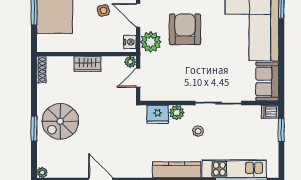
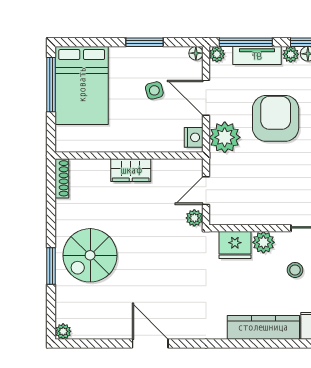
plant: (130, 62) -> (194, 218), moved

